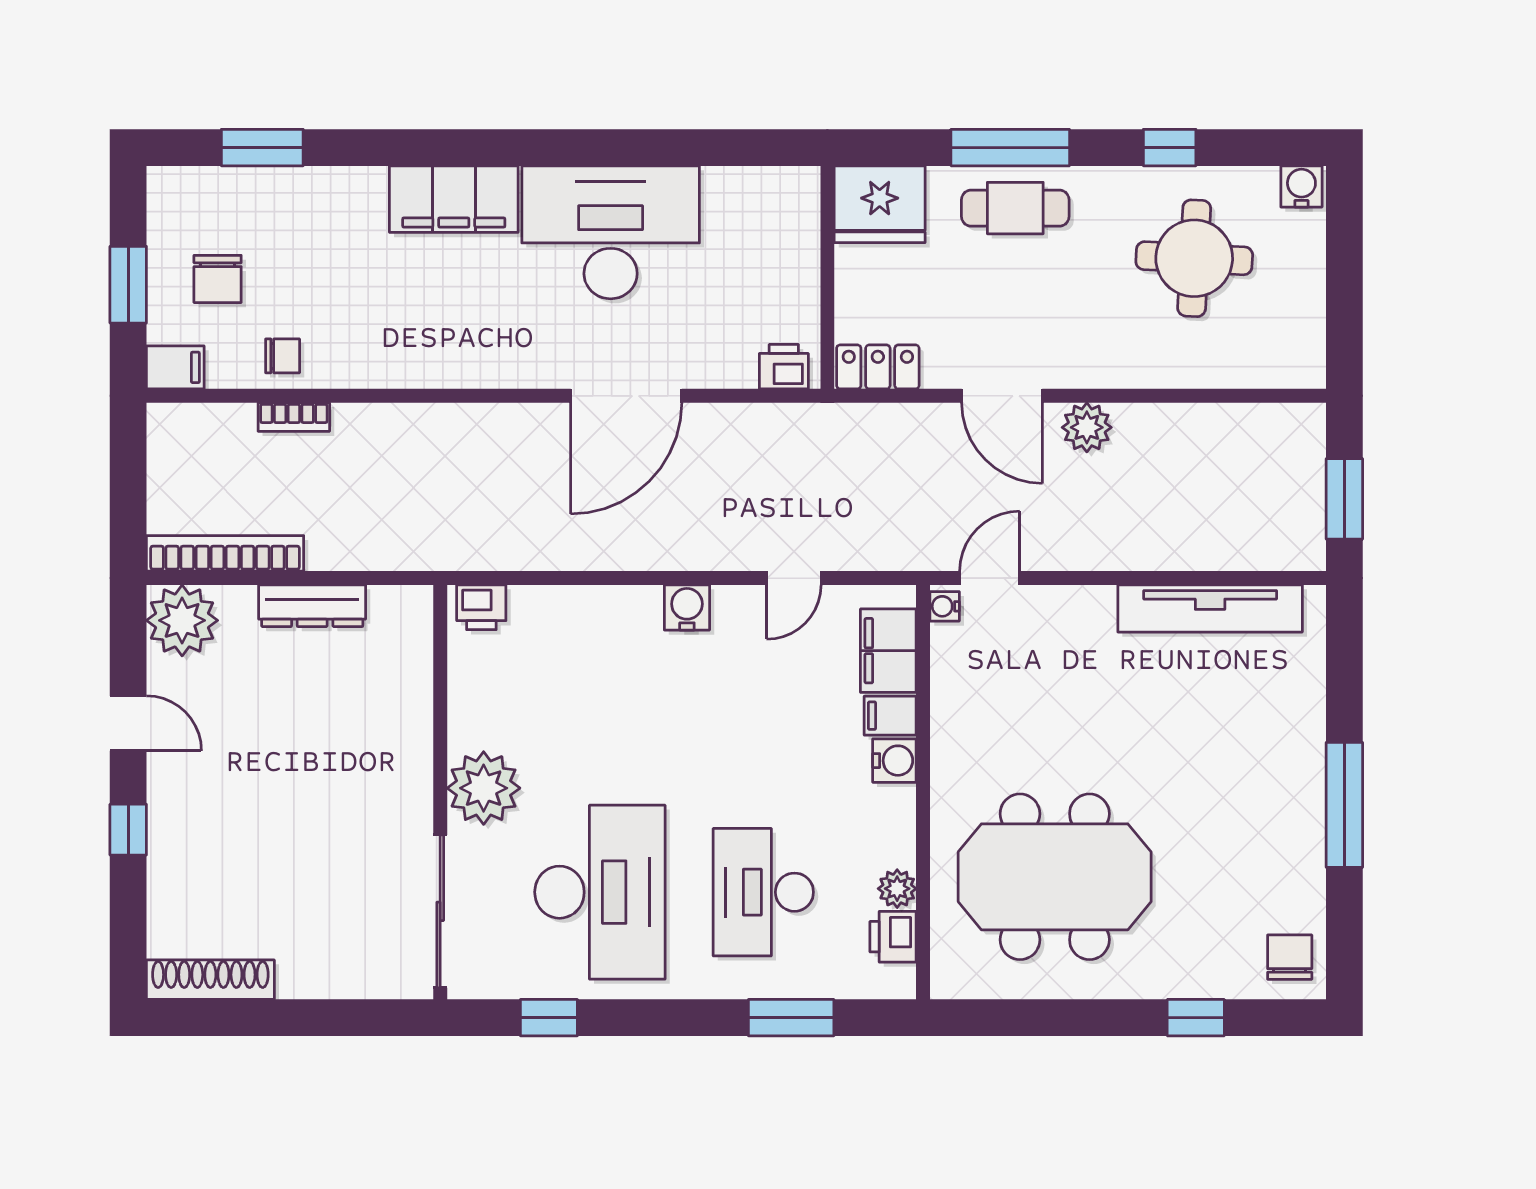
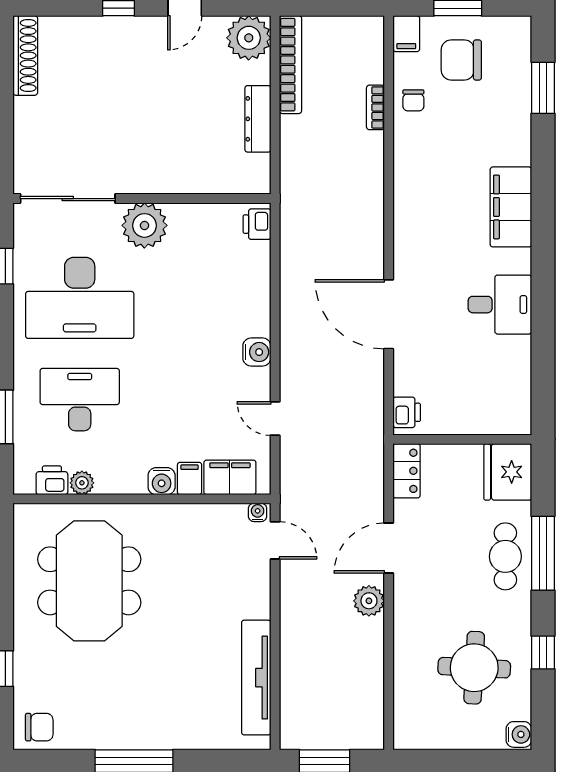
desk: (611, 232) -> (500, 305), width x0.53, depth x0.77
chair: (218, 279) -> (461, 60), width x1.37, depth x1.37

